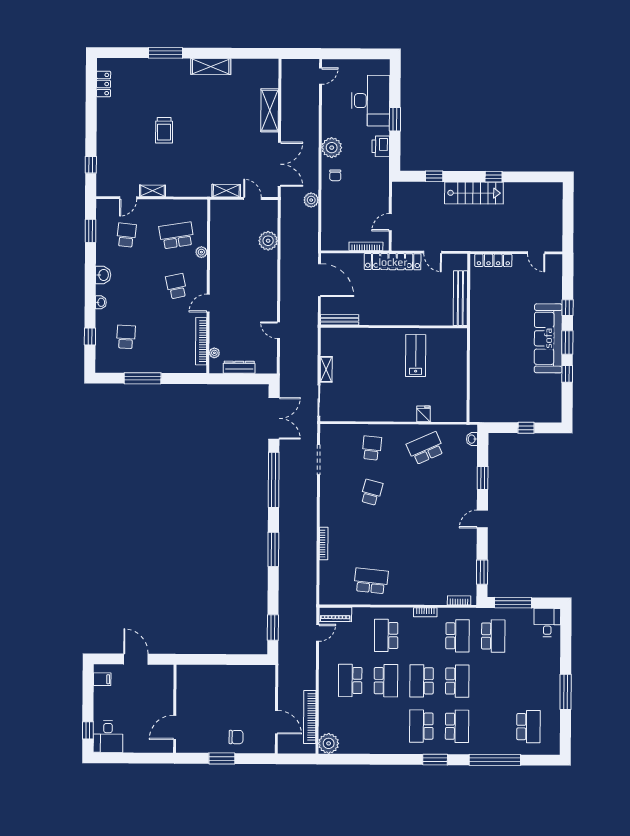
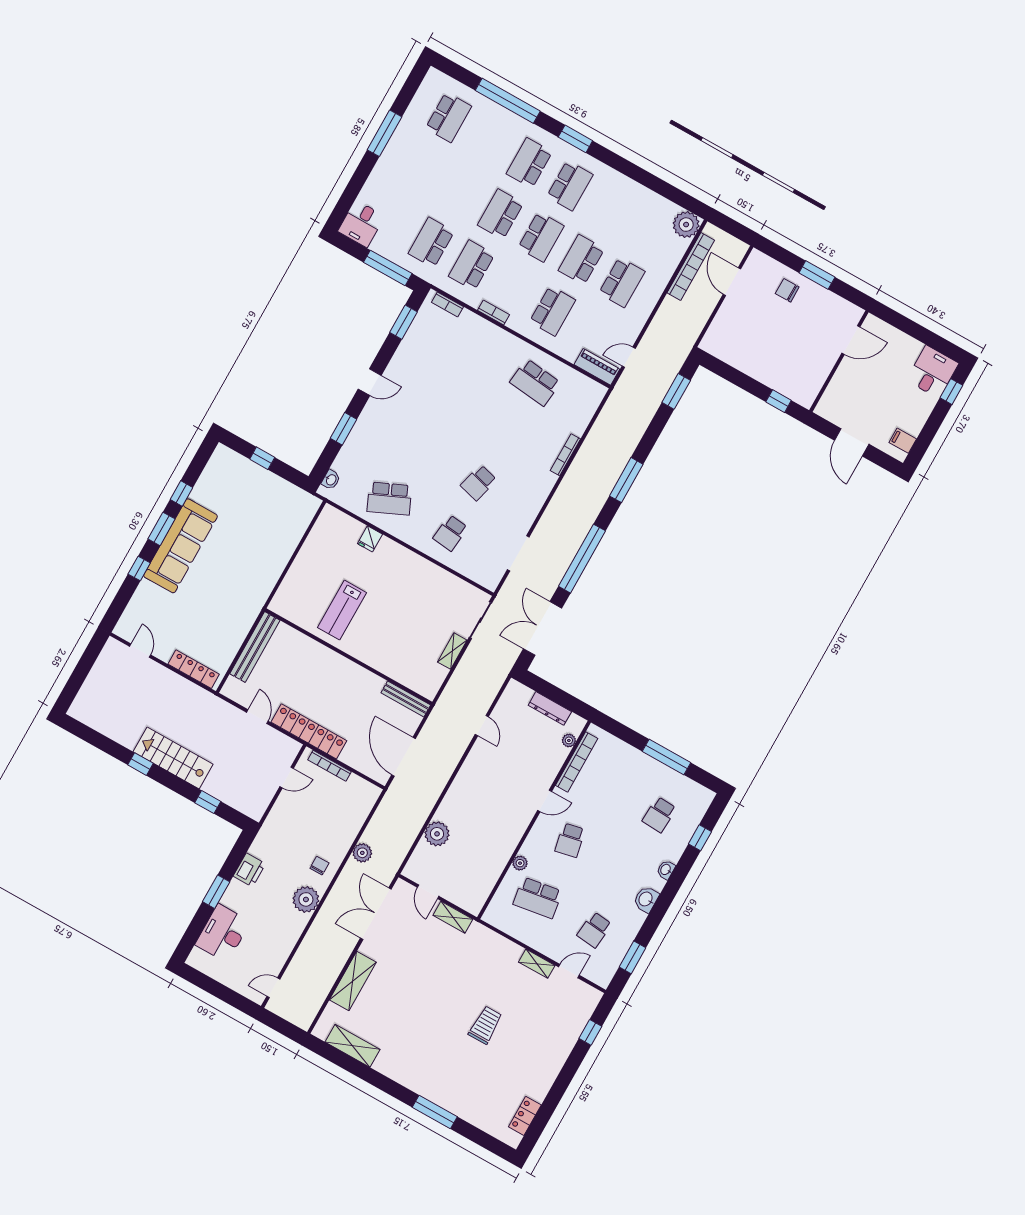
shelving: (211, 66) -> (352, 1046), moved
desk: (371, 101) -> (223, 933), width x0.73, depth x0.77
window: (200, 659) -> (779, 401), added
school desk: (528, 727) -> (449, 117), turned 180

